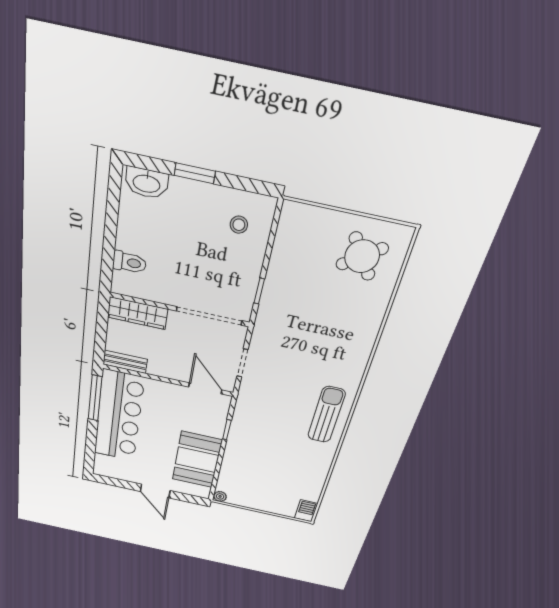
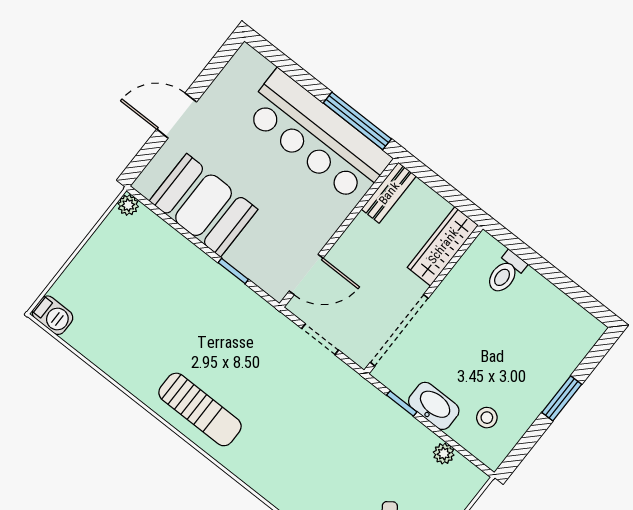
washbasin: (147, 183) -> (434, 406), moved, turned 90
plant: (282, 244) -> (444, 454), added

